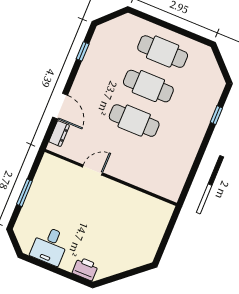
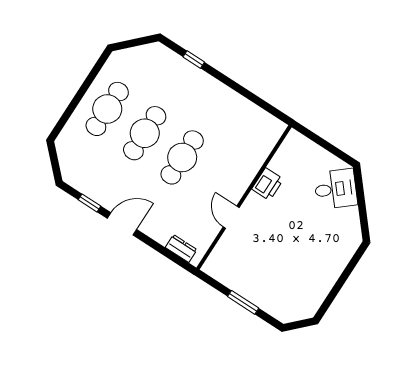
door: (60, 106) -> (122, 224), moved
desk: (50, 246) -> (336, 189), moved, turned -40
printer: (85, 269) -> (268, 184), moved, turned 180

